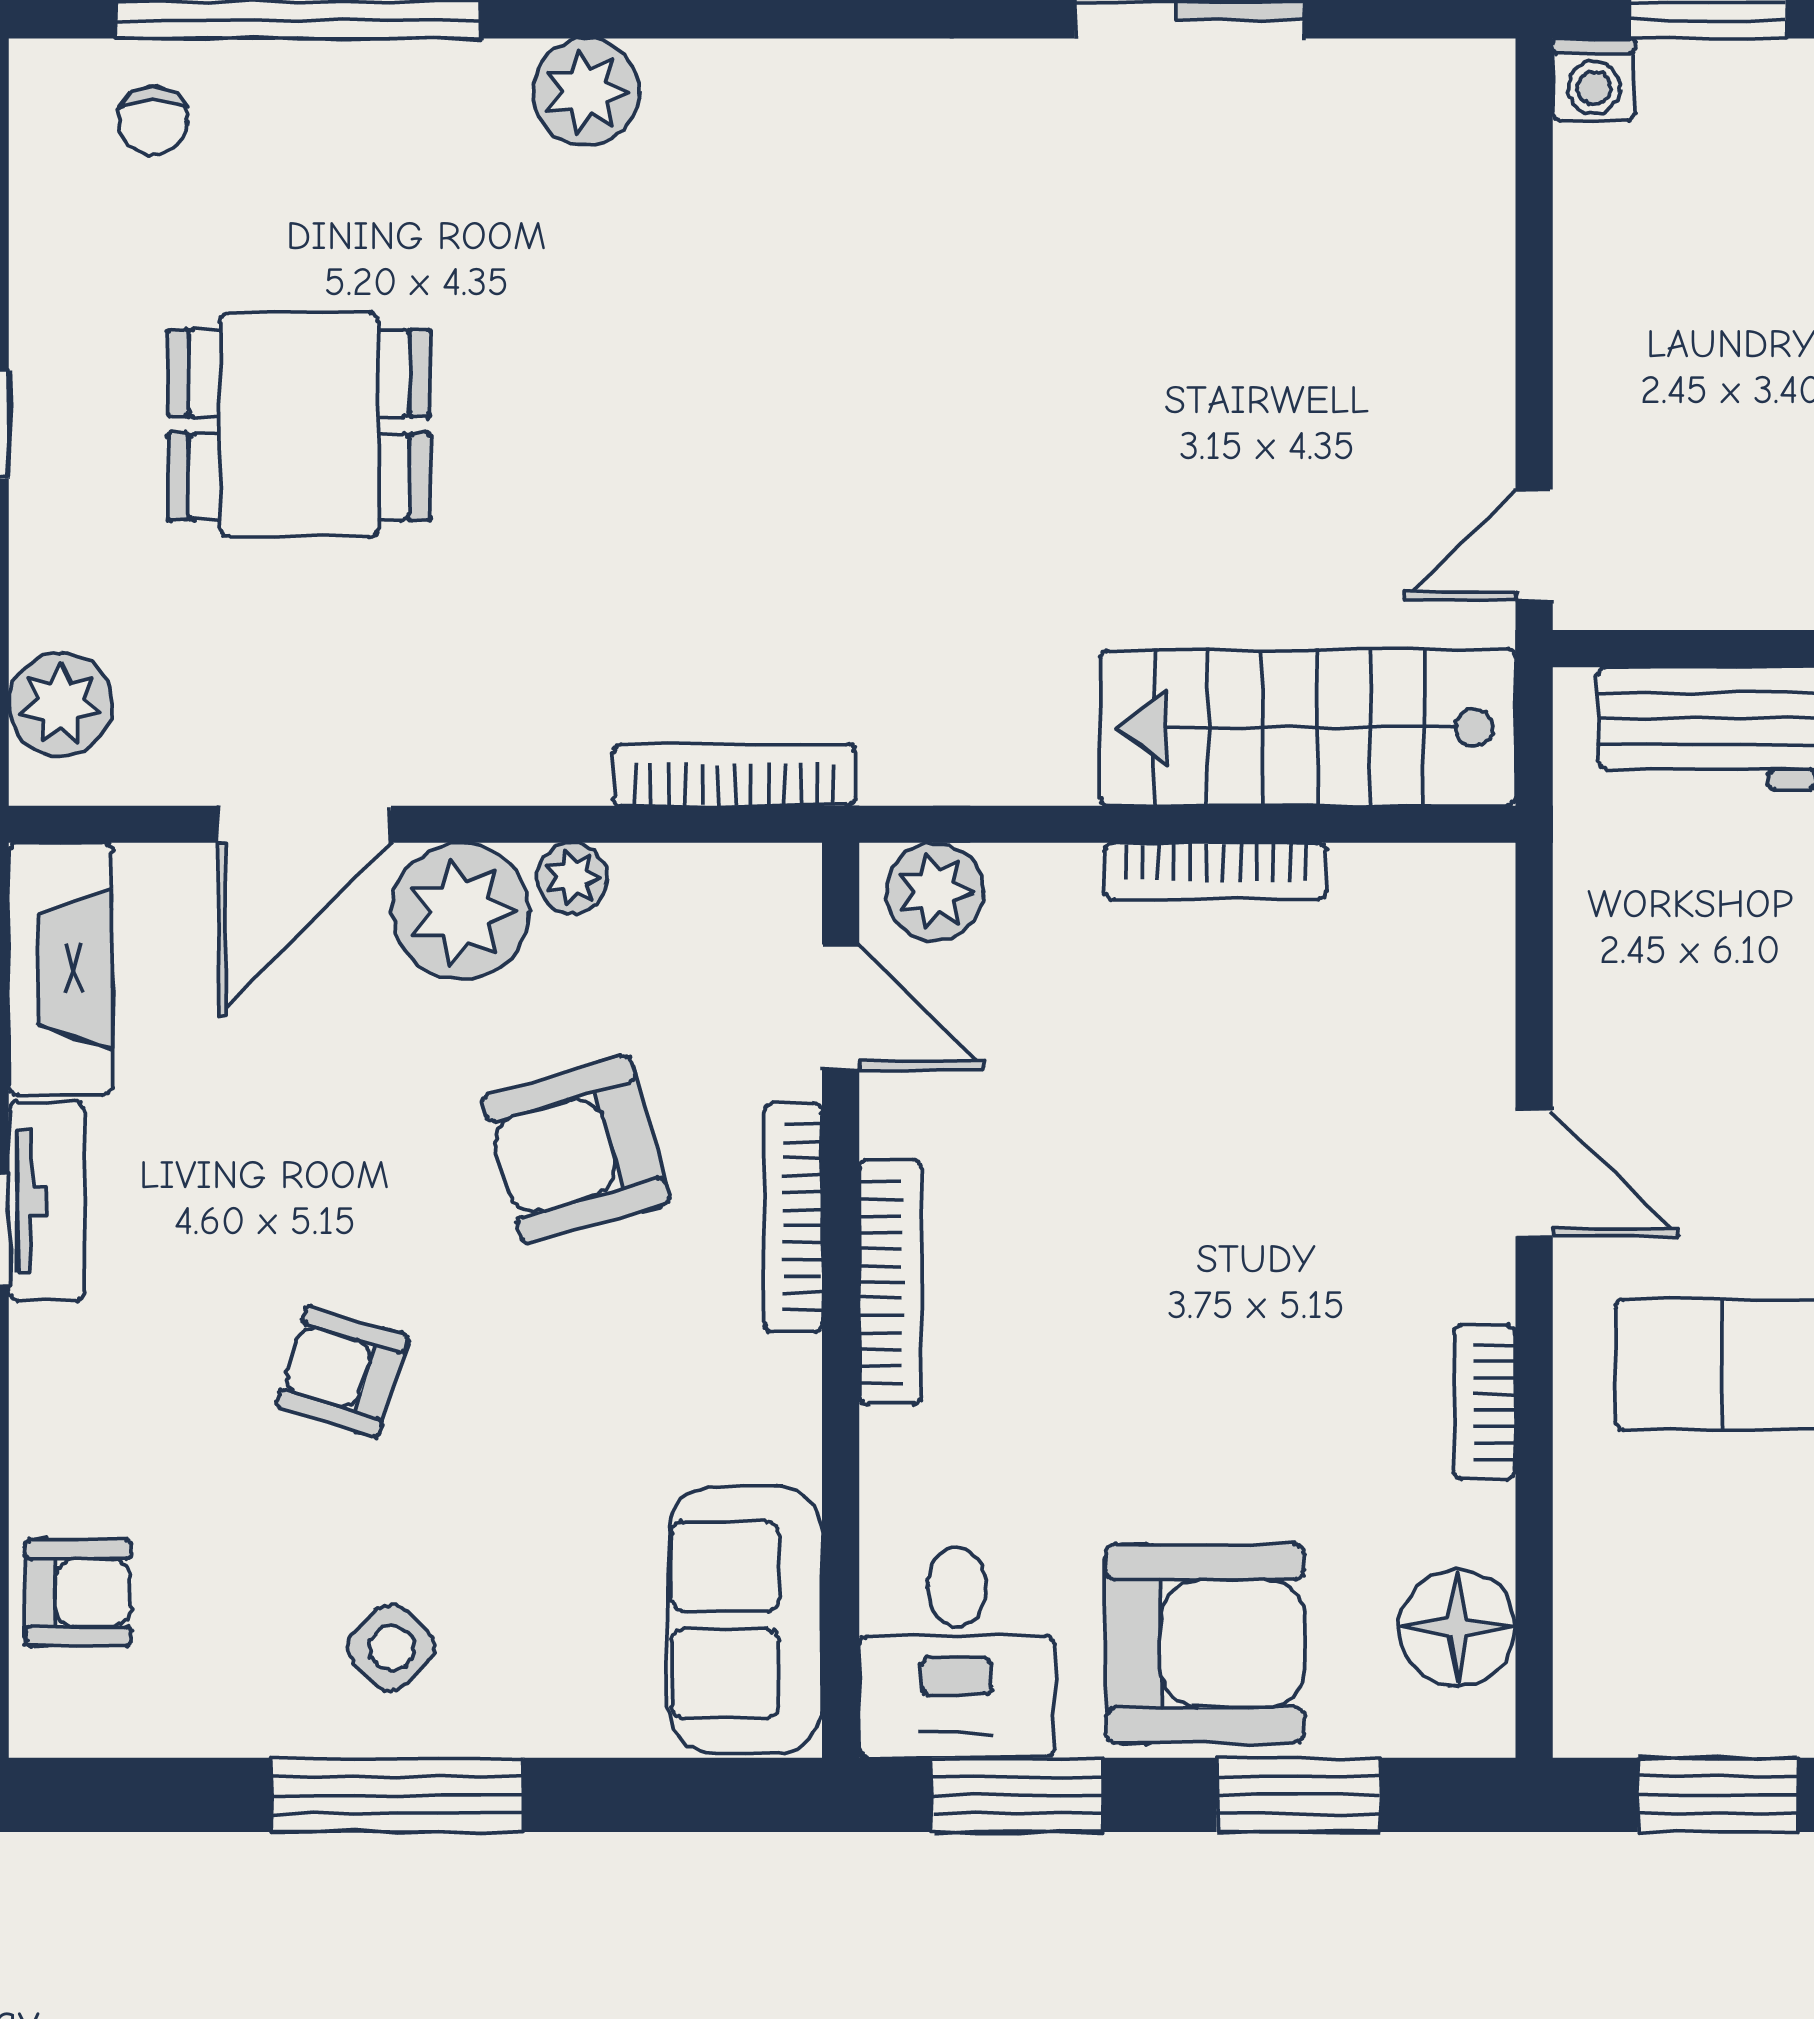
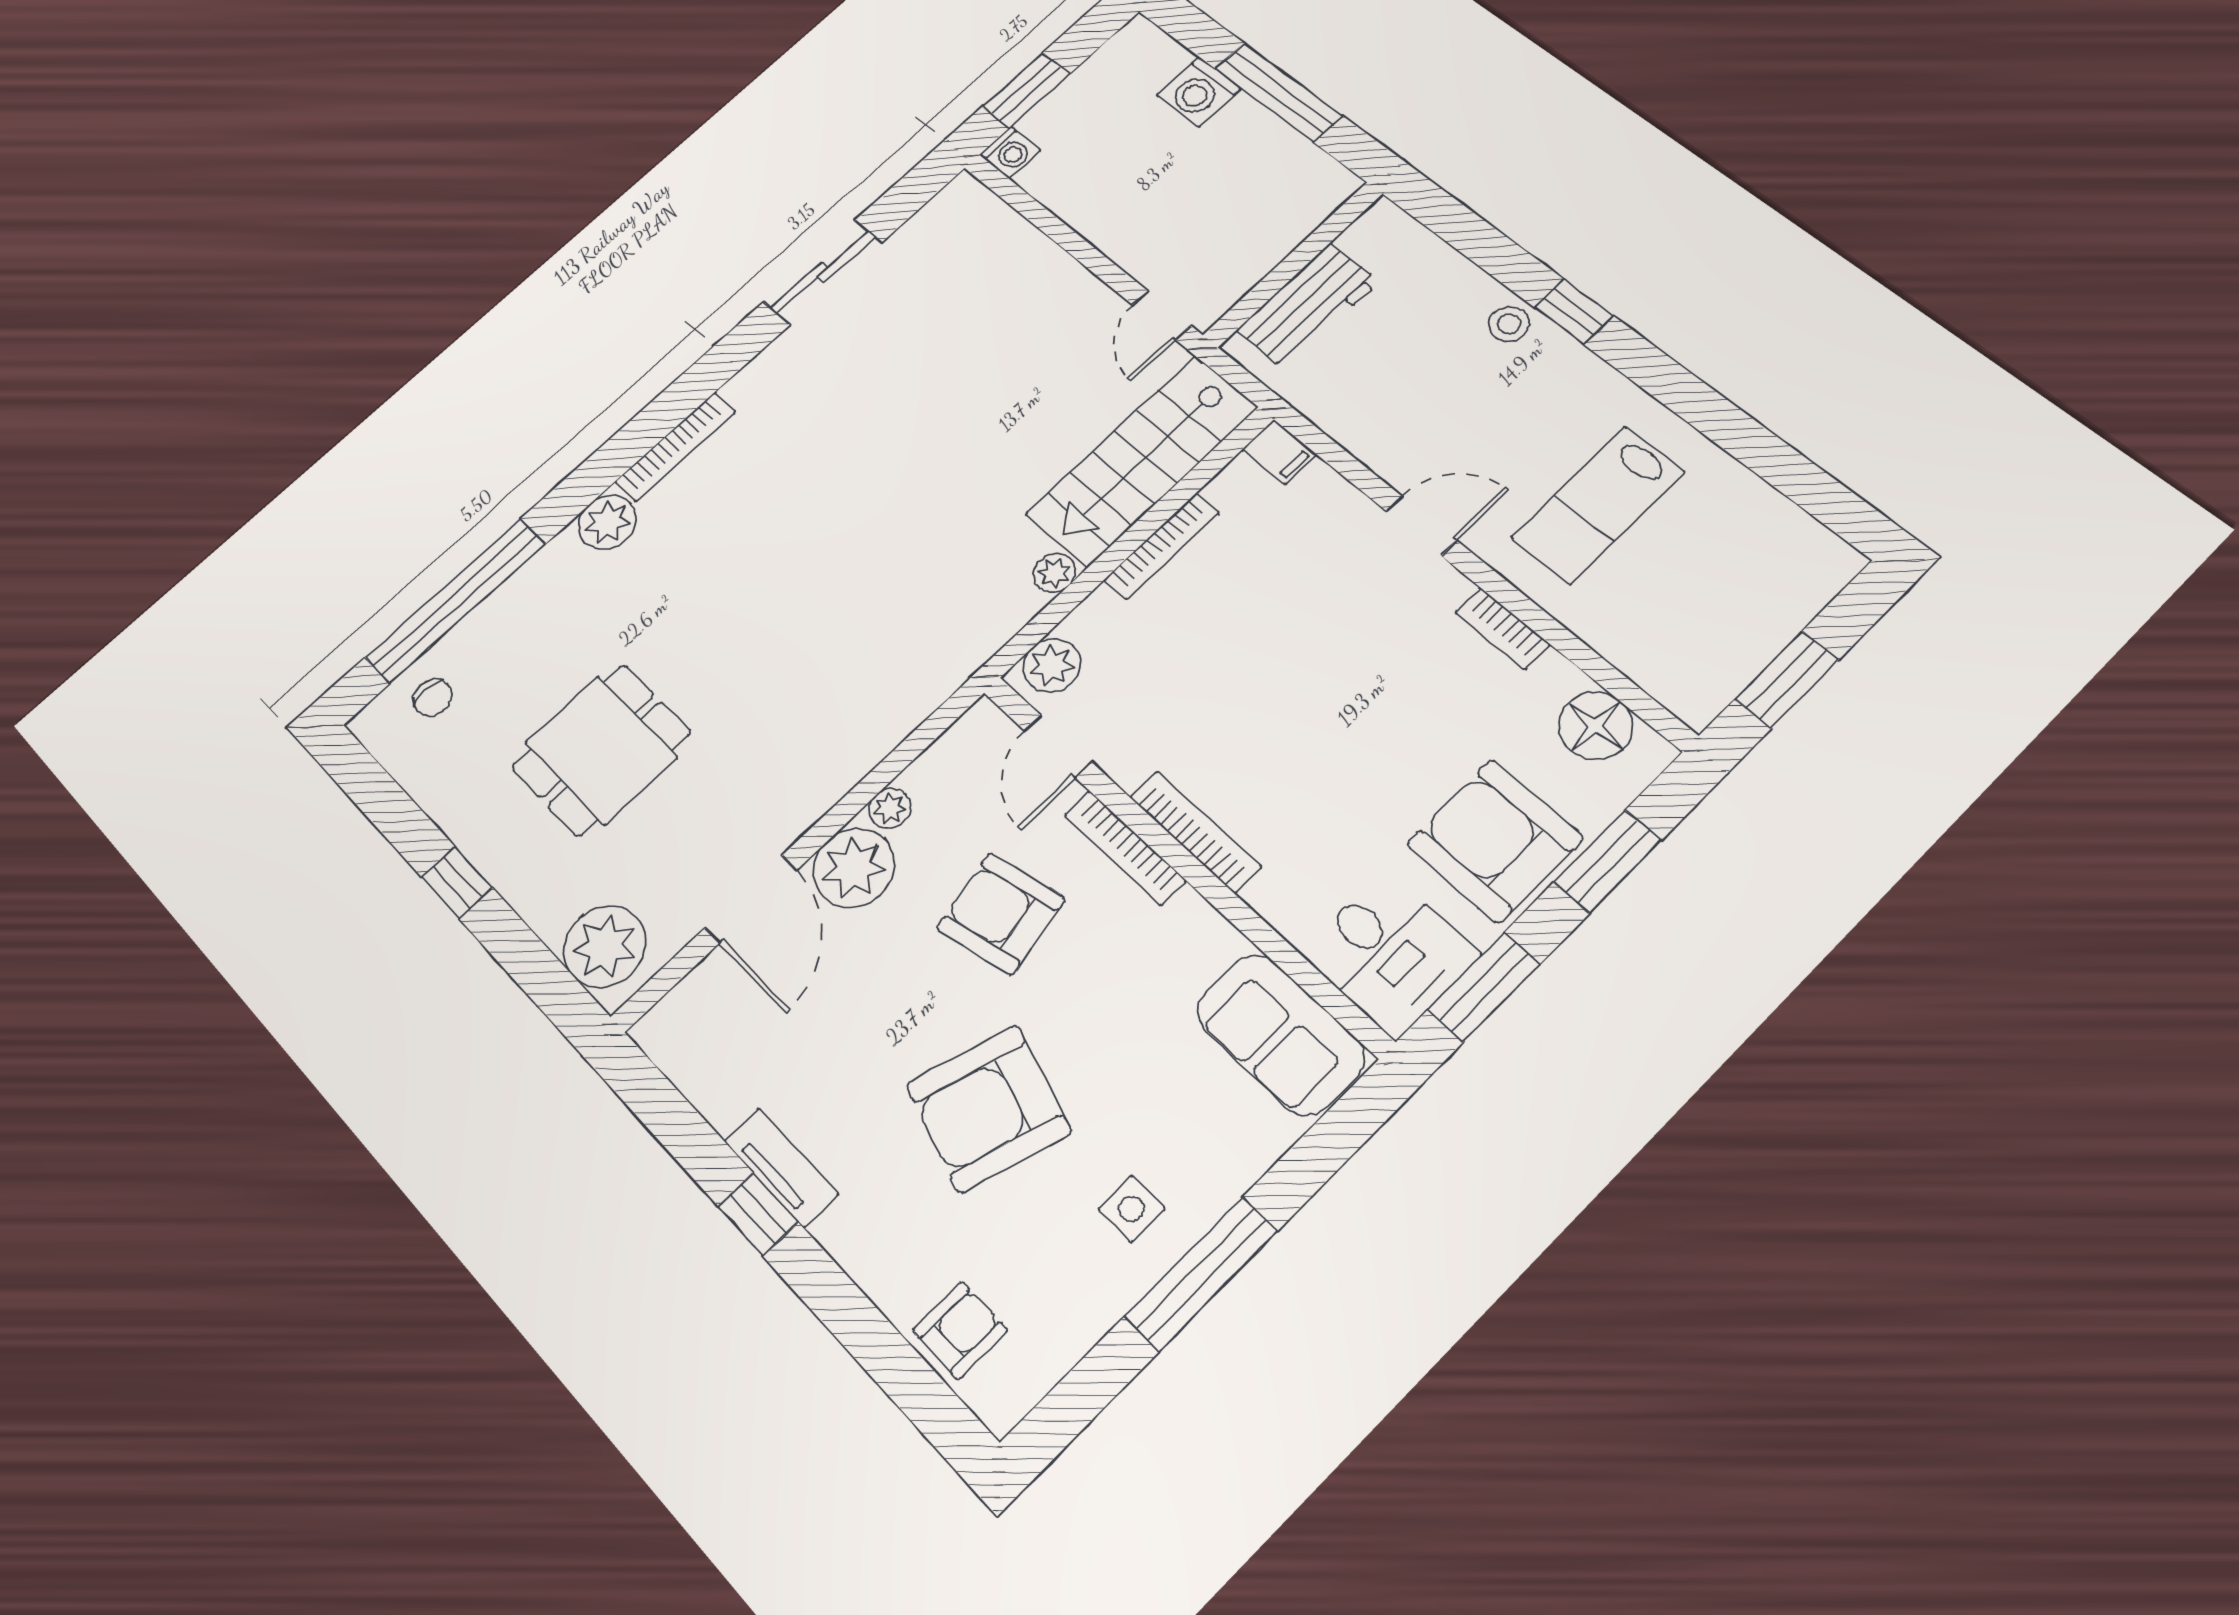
plant: (60, 704) -> (605, 947), width x1.36, depth x1.36
plant: (1057, 770) -> (1054, 573), added
bookcase: (734, 775) -> (675, 447), moved, turned 180
filing cabinet: (1476, 895) -> (1279, 452), added
fireplace: (61, 969) -> (696, 1062), removed
door: (841, 1007) -> (1058, 746), swing flipped
armchair: (576, 1150) -> (1001, 913), turned 94
armchair: (342, 1371) -> (988, 1109), width x1.88, depth x1.88
armchair: (1205, 1644) -> (1495, 841), turned -90
side table: (391, 1648) -> (1131, 1209), turned 45

